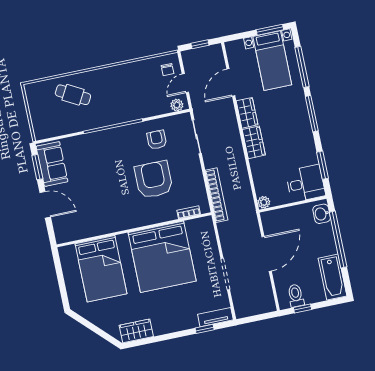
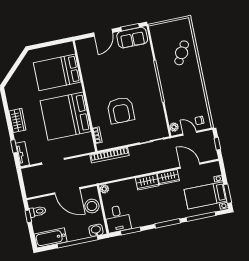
armchair: (157, 140) -> (149, 113), removed
armchair: (154, 180) -> (121, 110), turned 90
stool: (288, 220) -> (92, 206), added
wardrobe: (136, 331) -> (17, 120), moved

